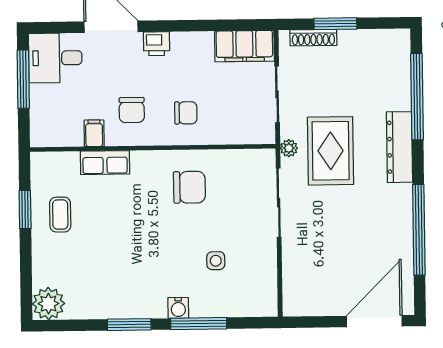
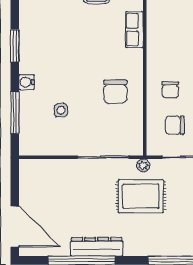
chair: (132, 110) -> (175, 125), moved
filing cabinet: (94, 133) -> (156, 22), removed
dresser: (399, 147) -> (97, 247), moved
window: (199, 324) -> (15, 113), moved

